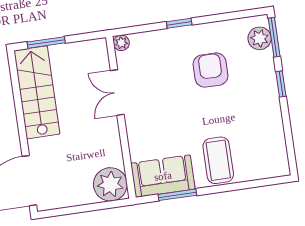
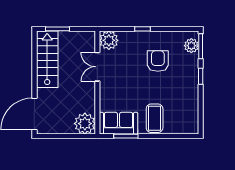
plant: (121, 43) -> (109, 40), width x1.88, depth x1.88

